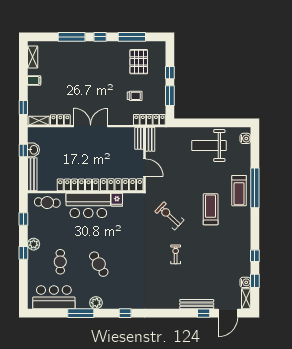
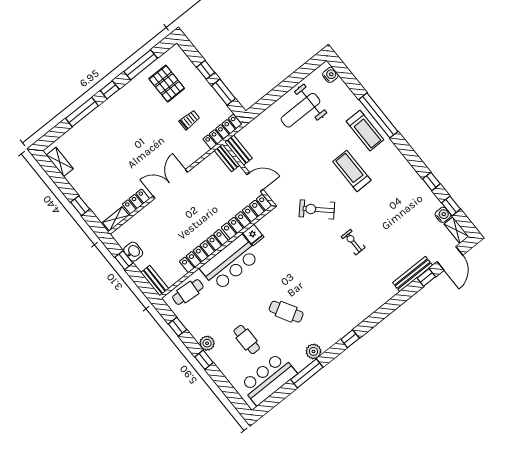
filing cabinet: (34, 80) -> (80, 184), removed
window: (23, 107) -> (80, 206), moved
bench: (32, 174) -> (155, 281), width x0.73

